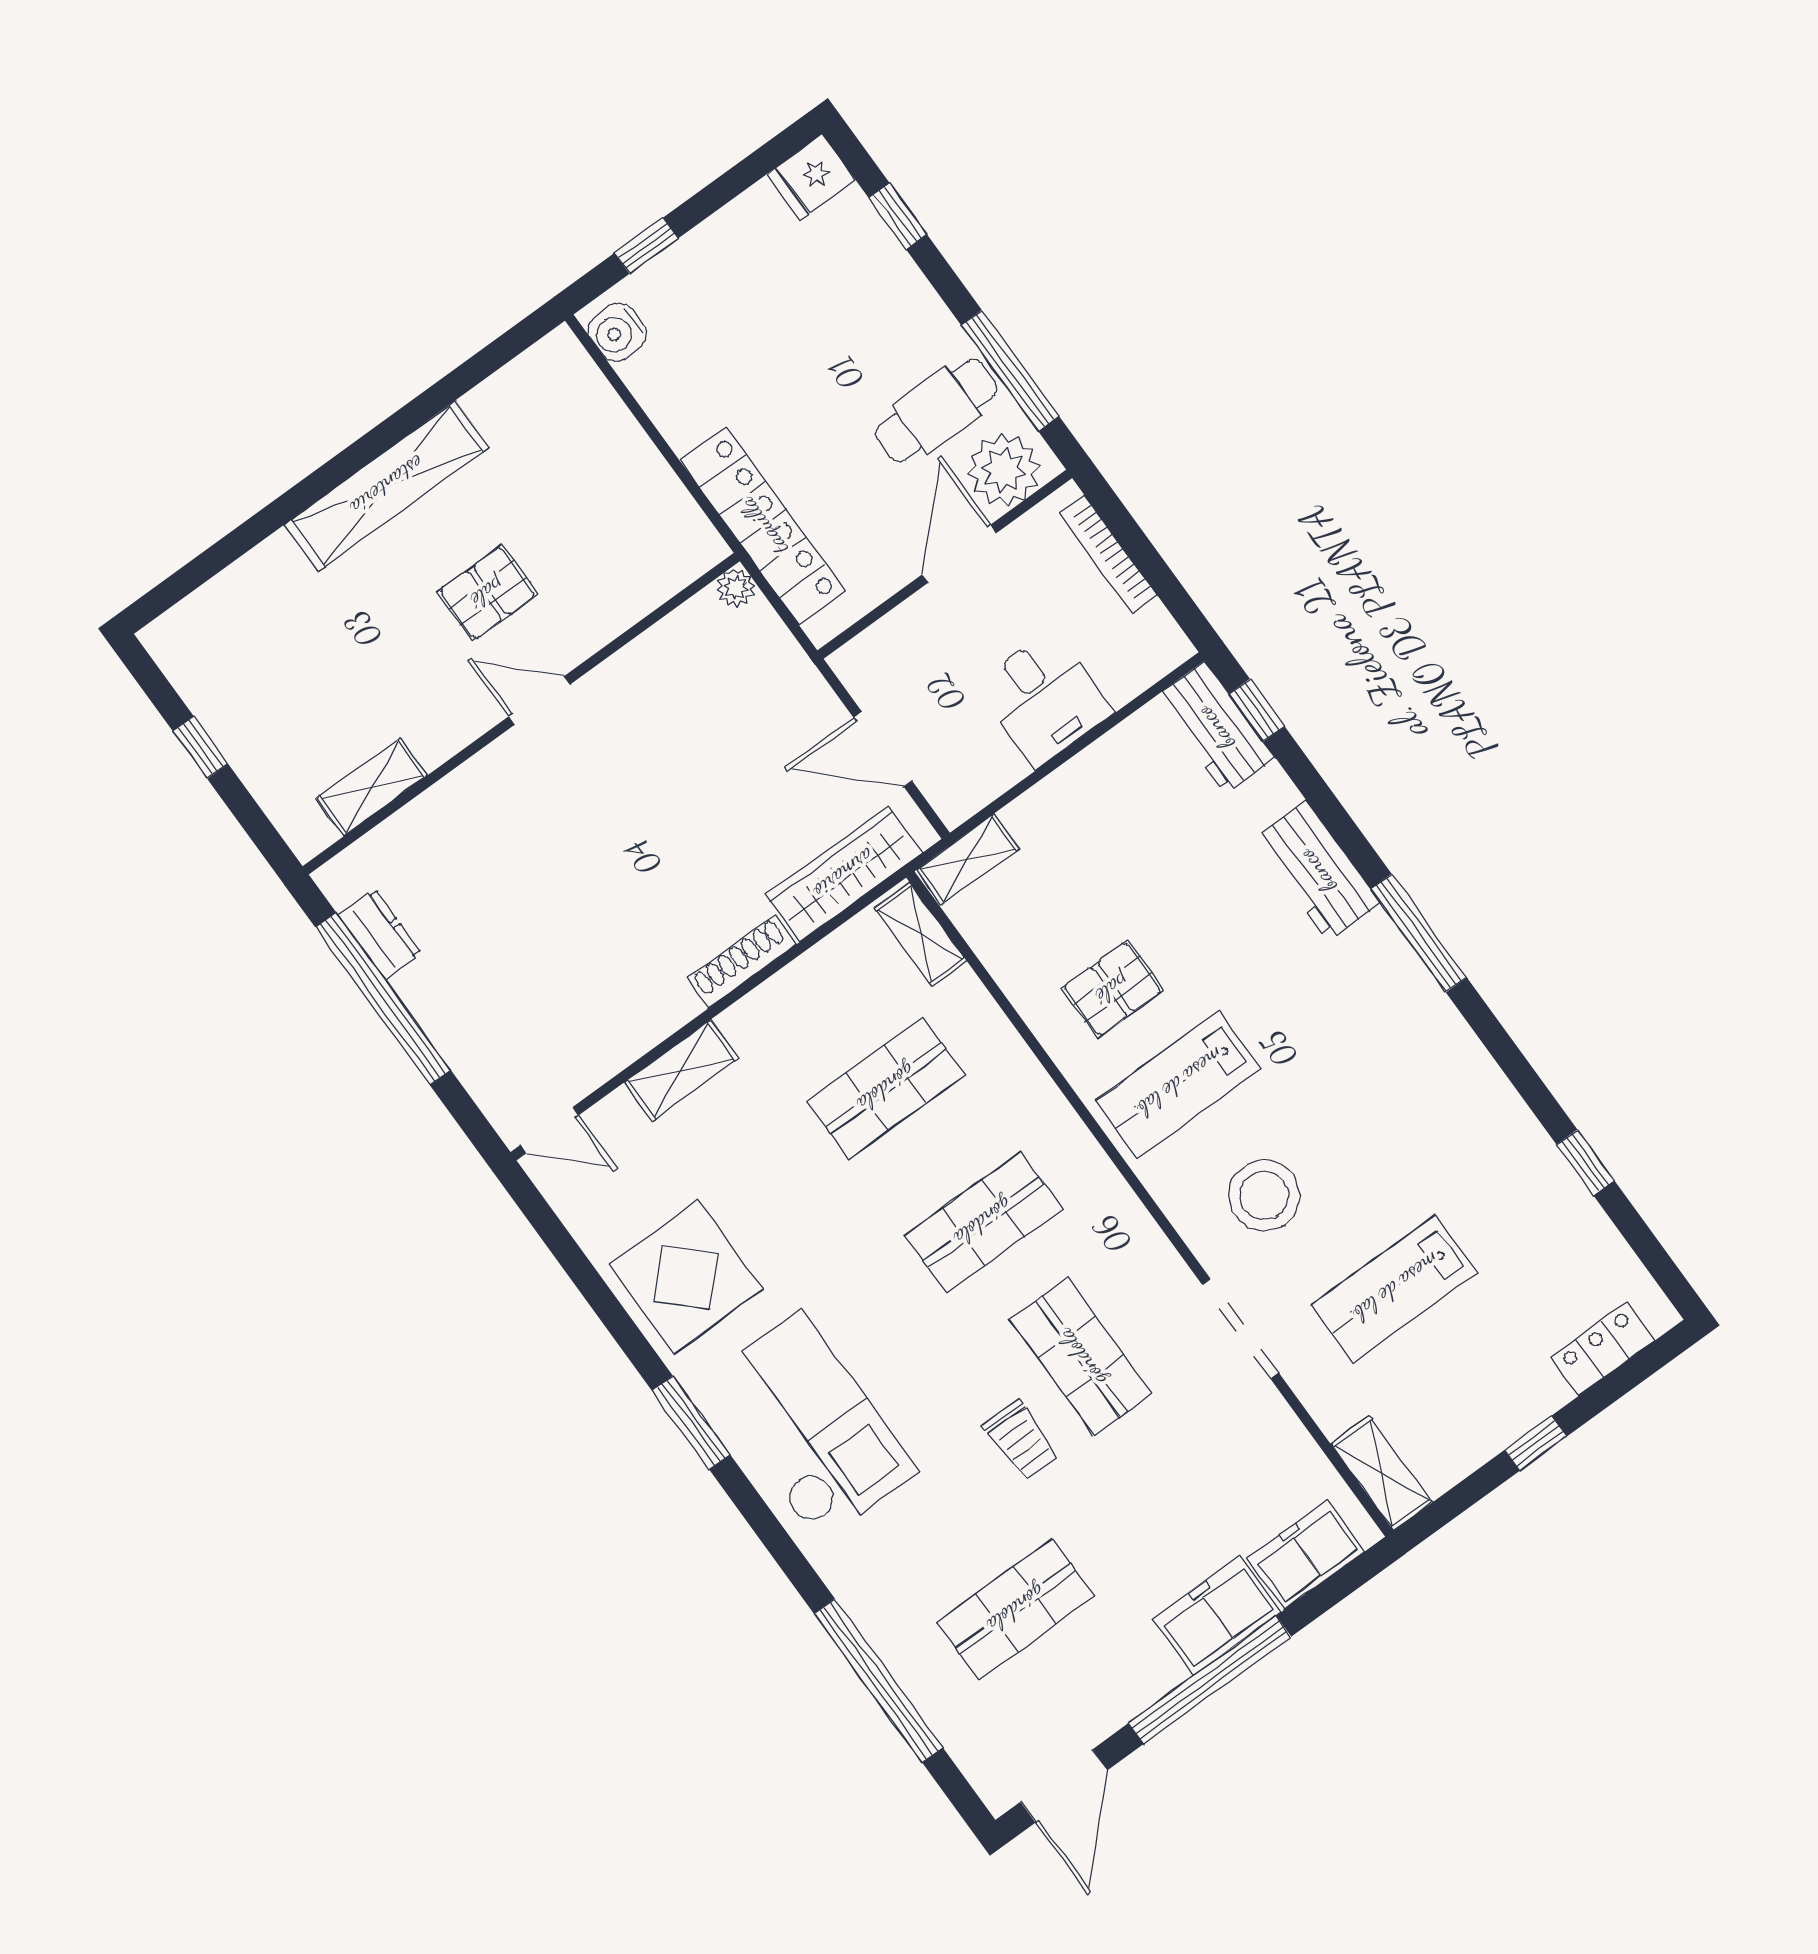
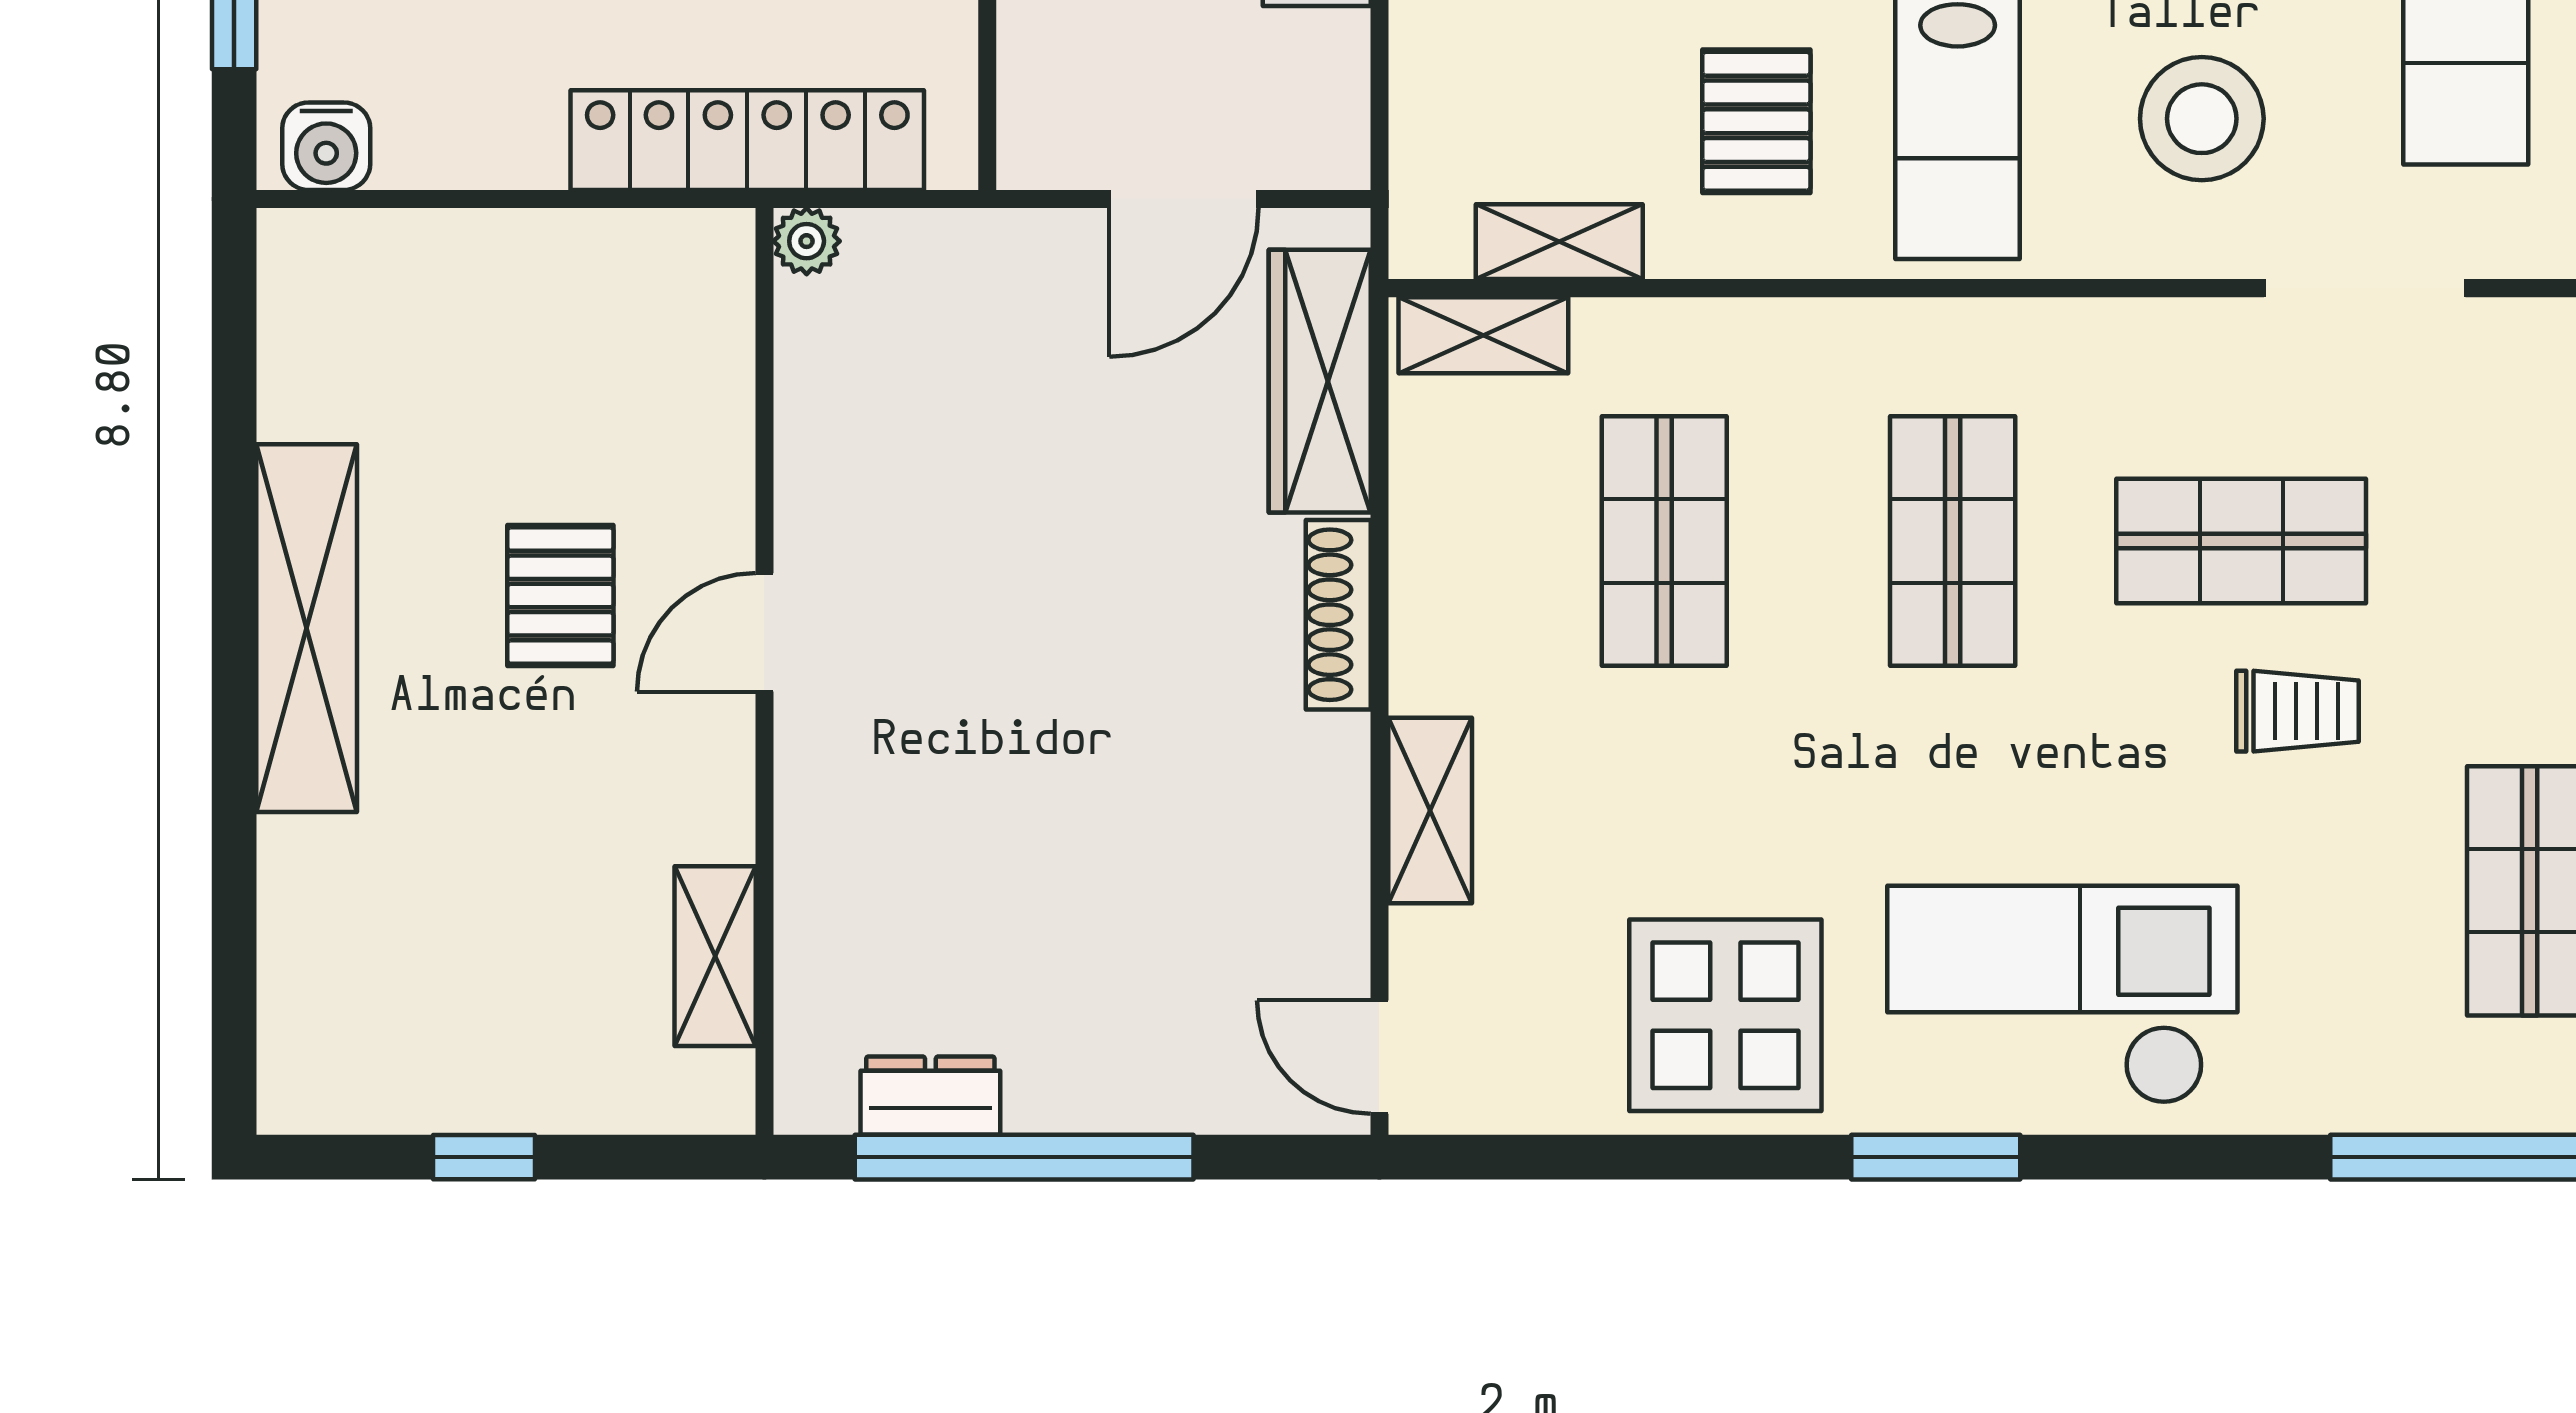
shelving: (968, 859) -> (1559, 242), moved, turned 90
door: (550, 1130) -> (1379, 1057), swing flipped

